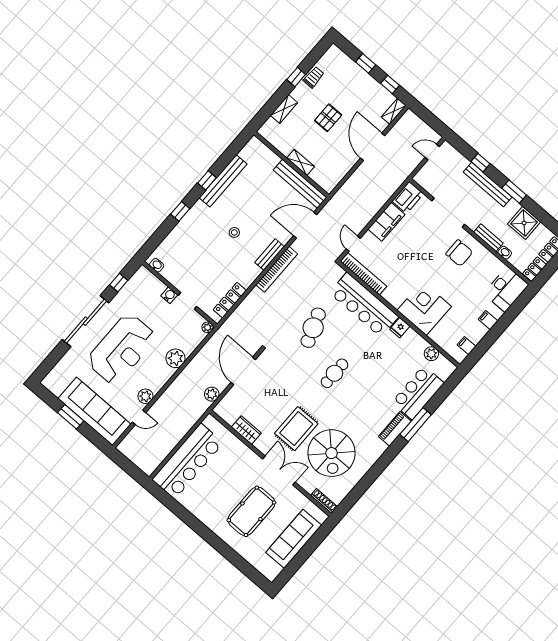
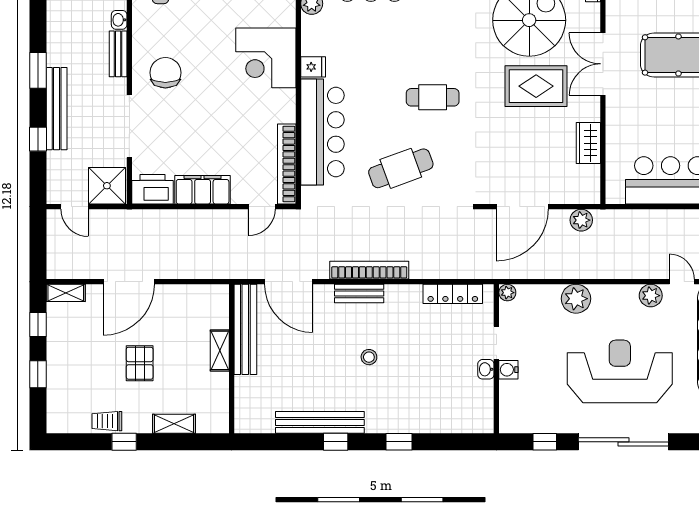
pallet: (328, 118) -> (140, 363), turned 90
shower: (524, 223) -> (107, 186), moved
washbasin: (157, 265) -> (486, 369), moved

